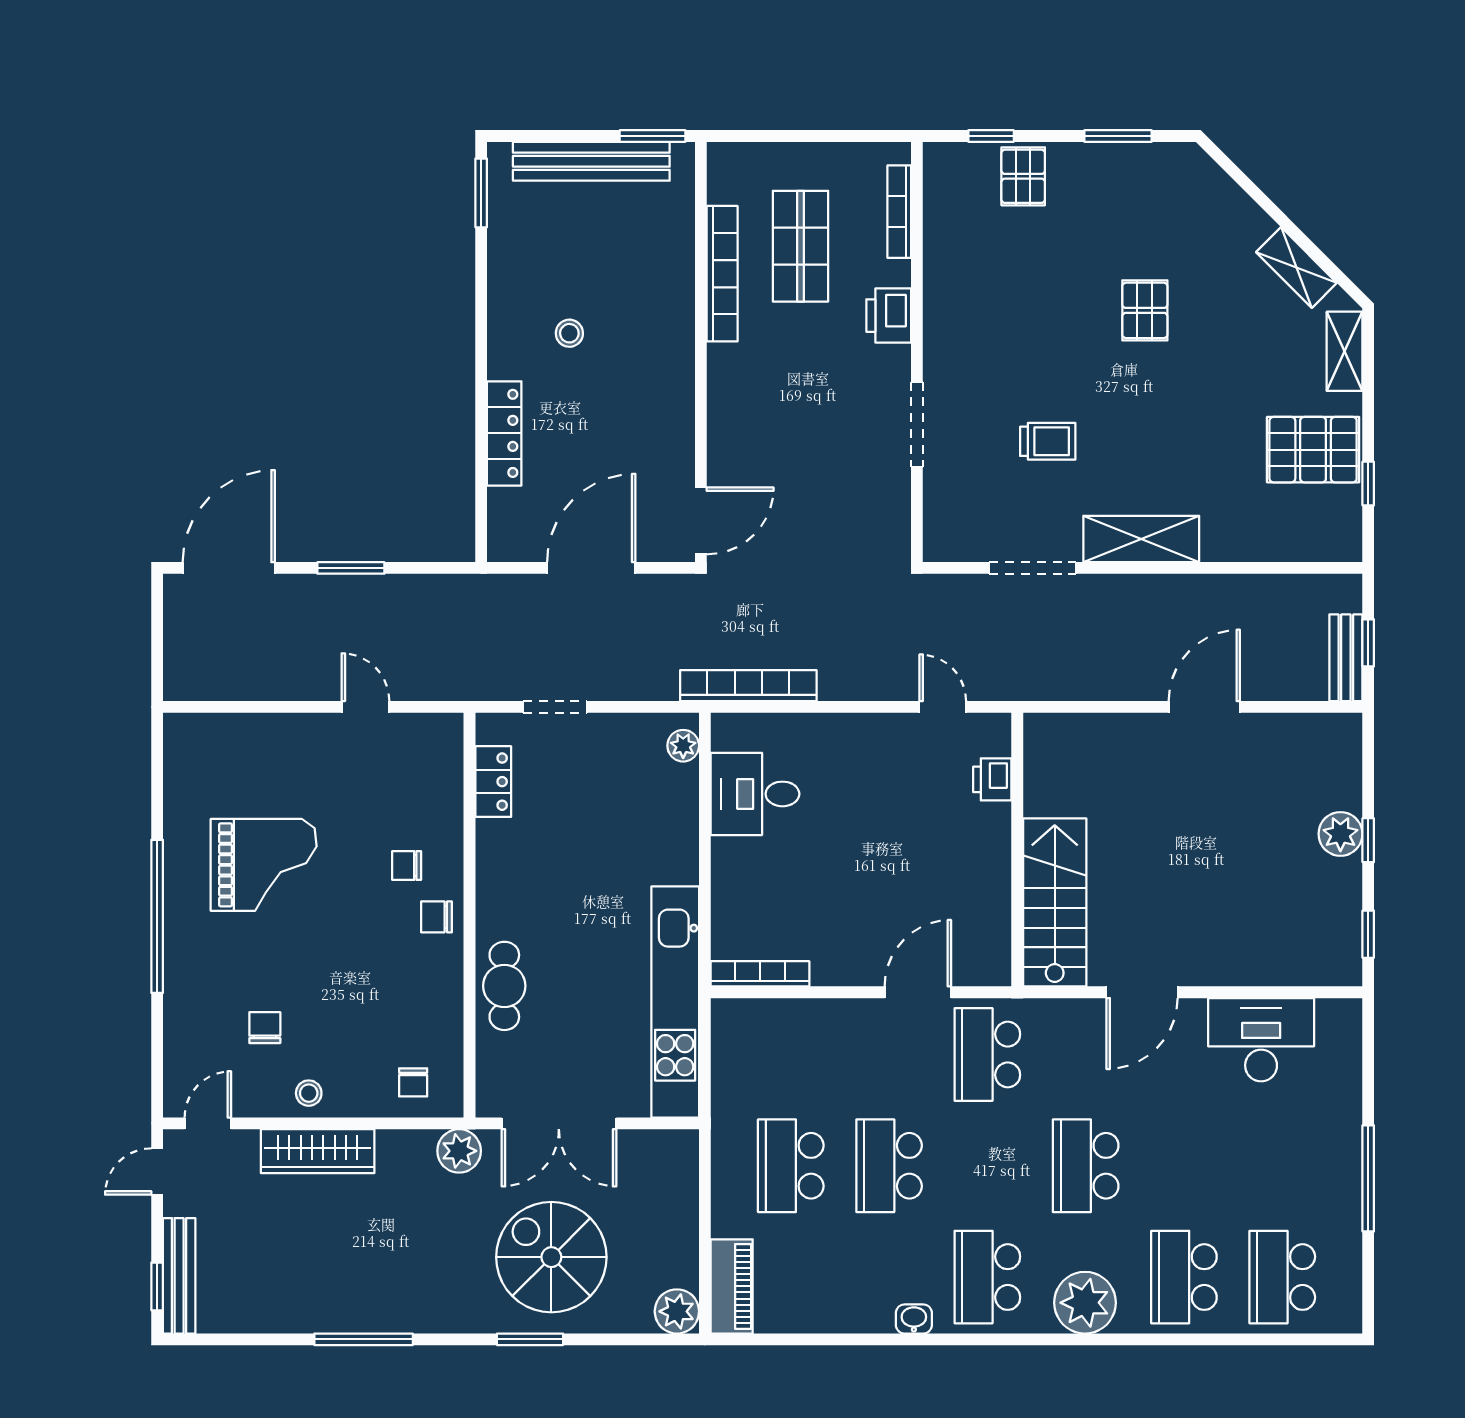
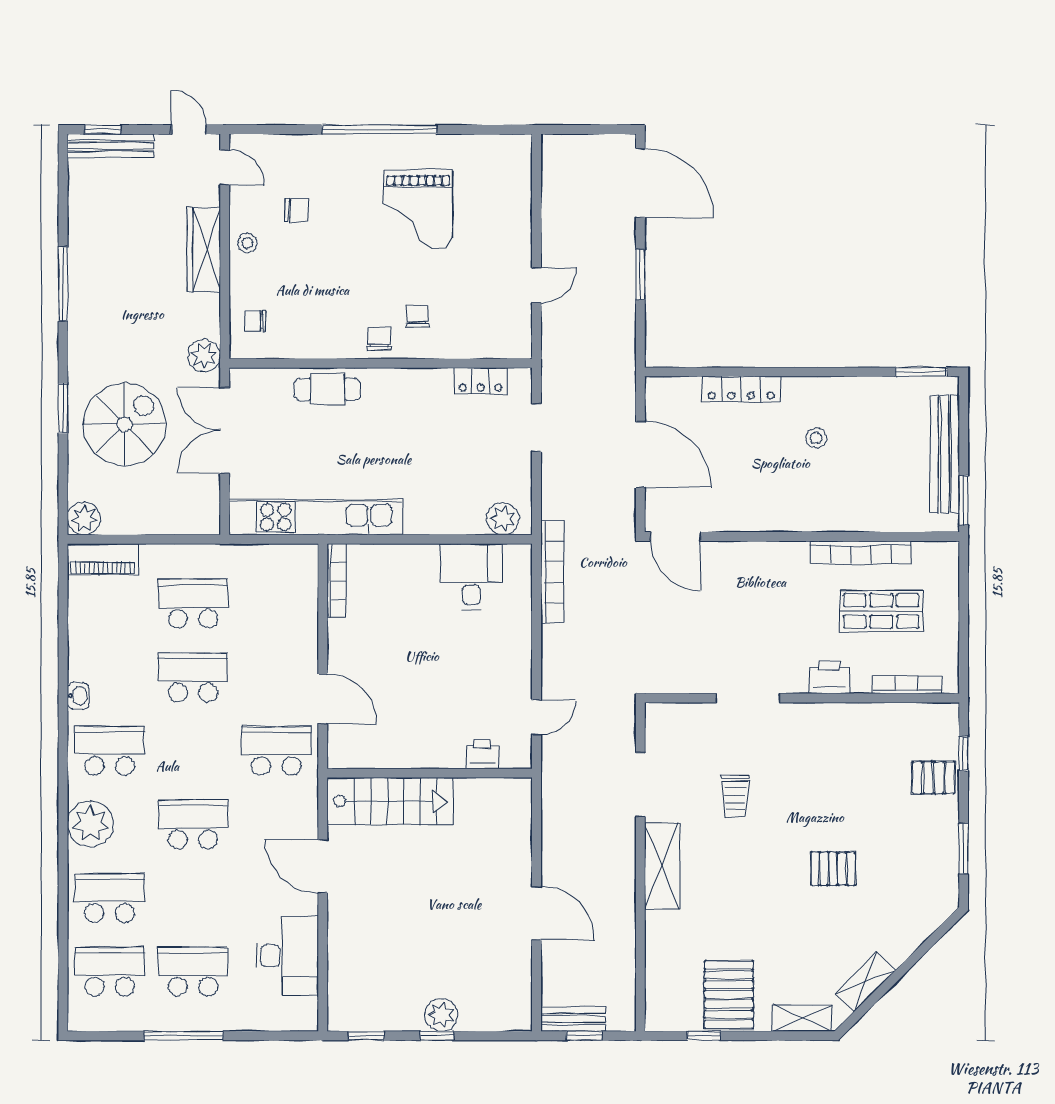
plant: (683, 746) -> (503, 519), width x1.38, depth x1.38
school desk: (1282, 1166) -> (193, 971), added

